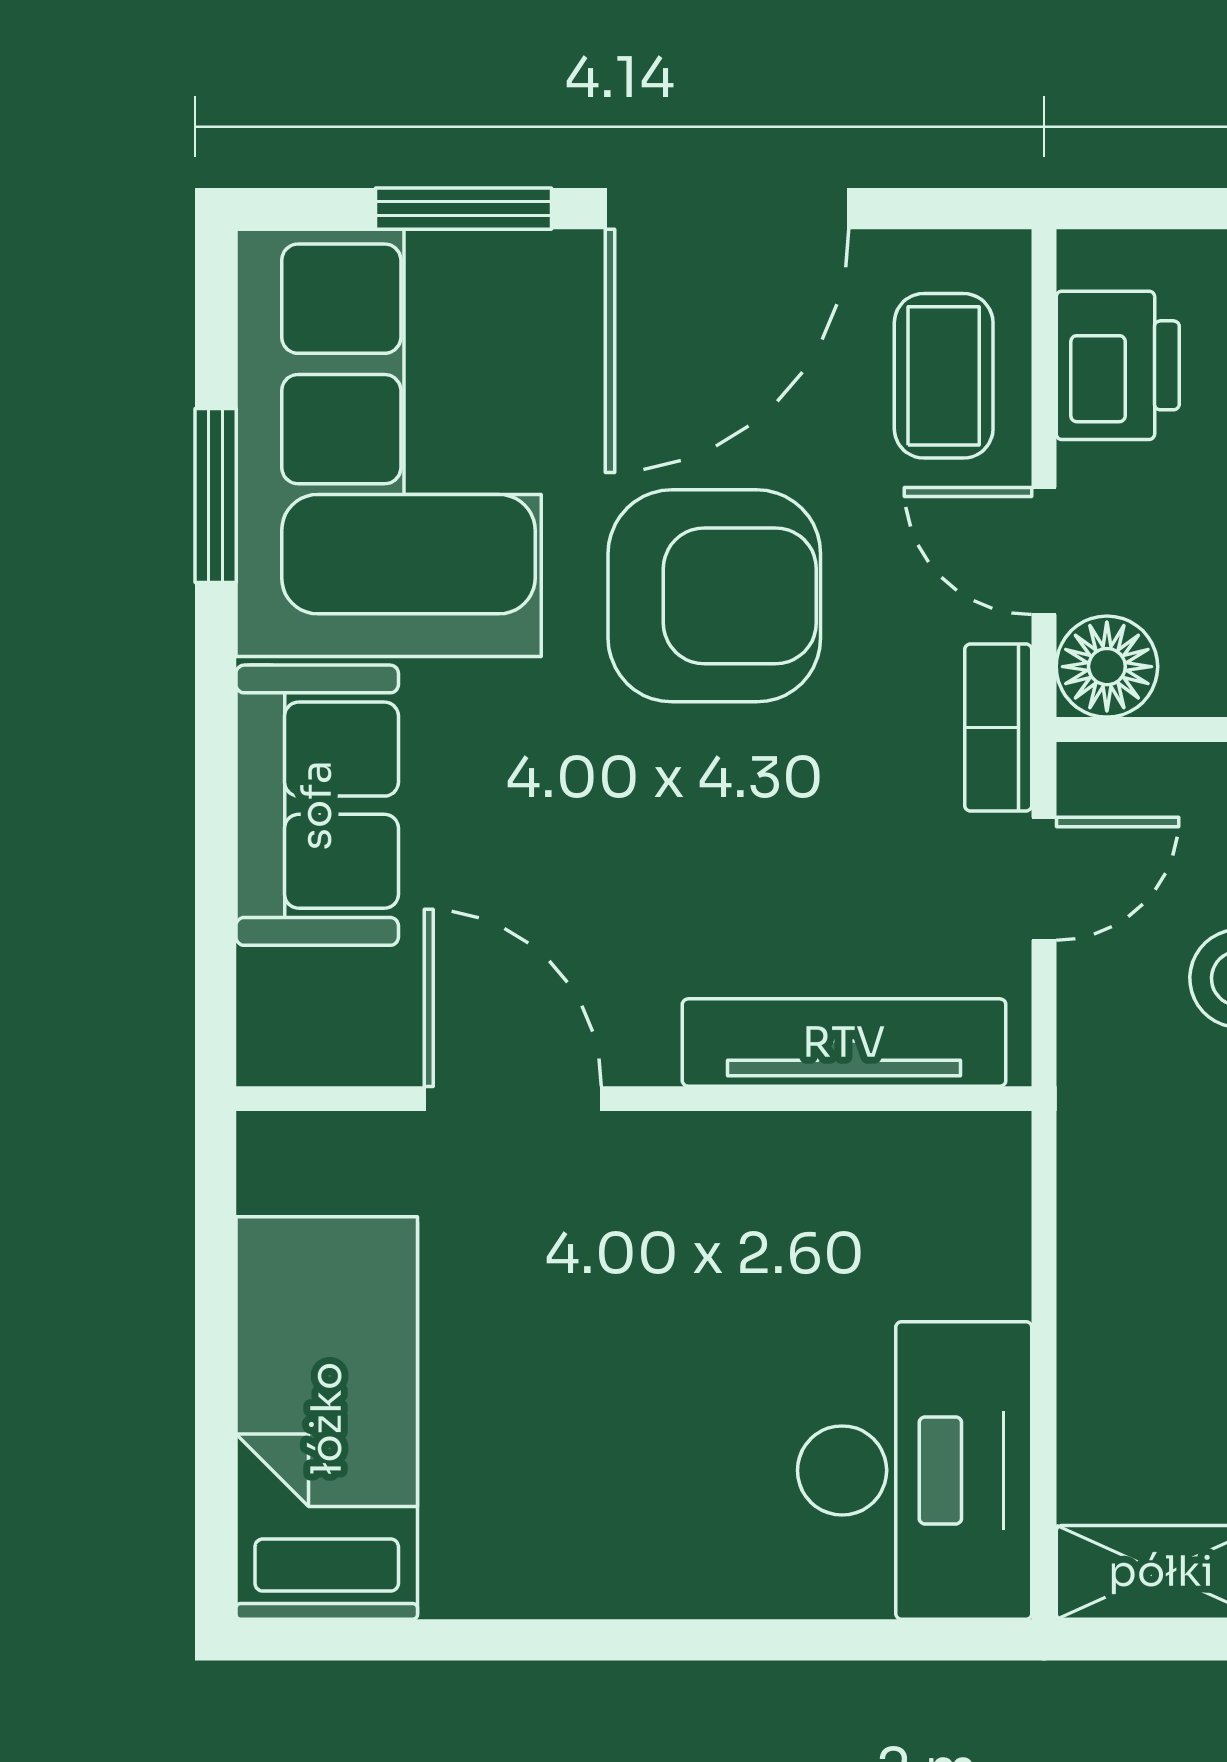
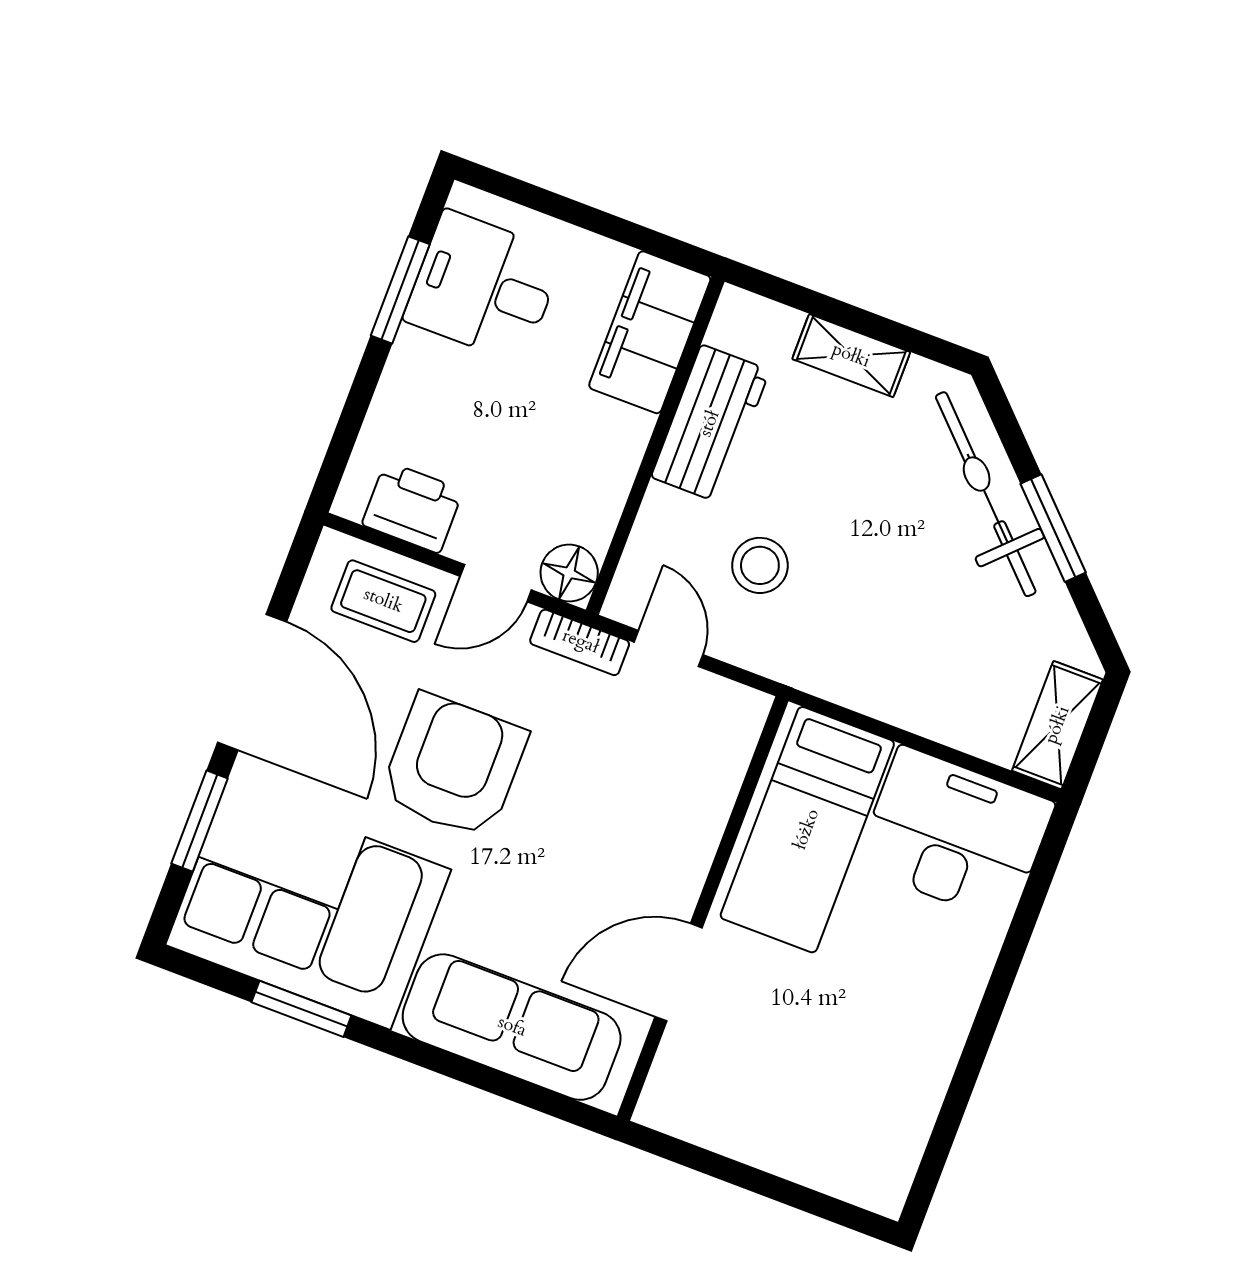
sofa: (317, 805) -> (512, 1027), width x1.36
tv unit: (844, 1043) -> (715, 787), removed
bed: (327, 1418) -> (807, 830), moved, turned -90

